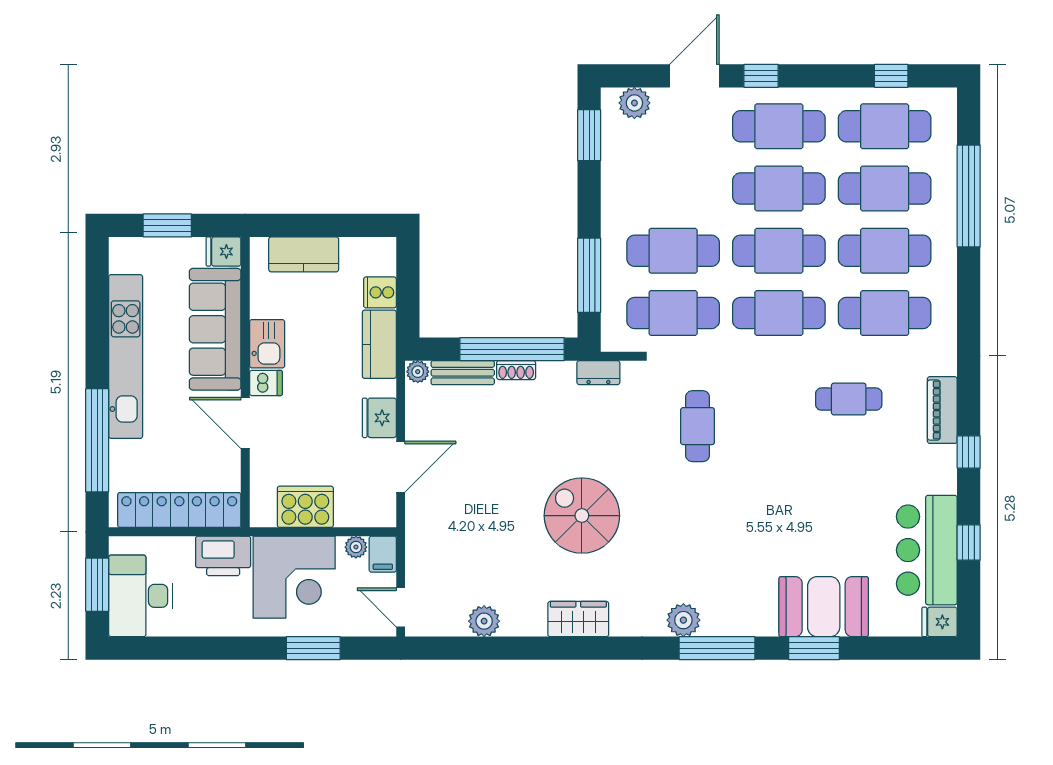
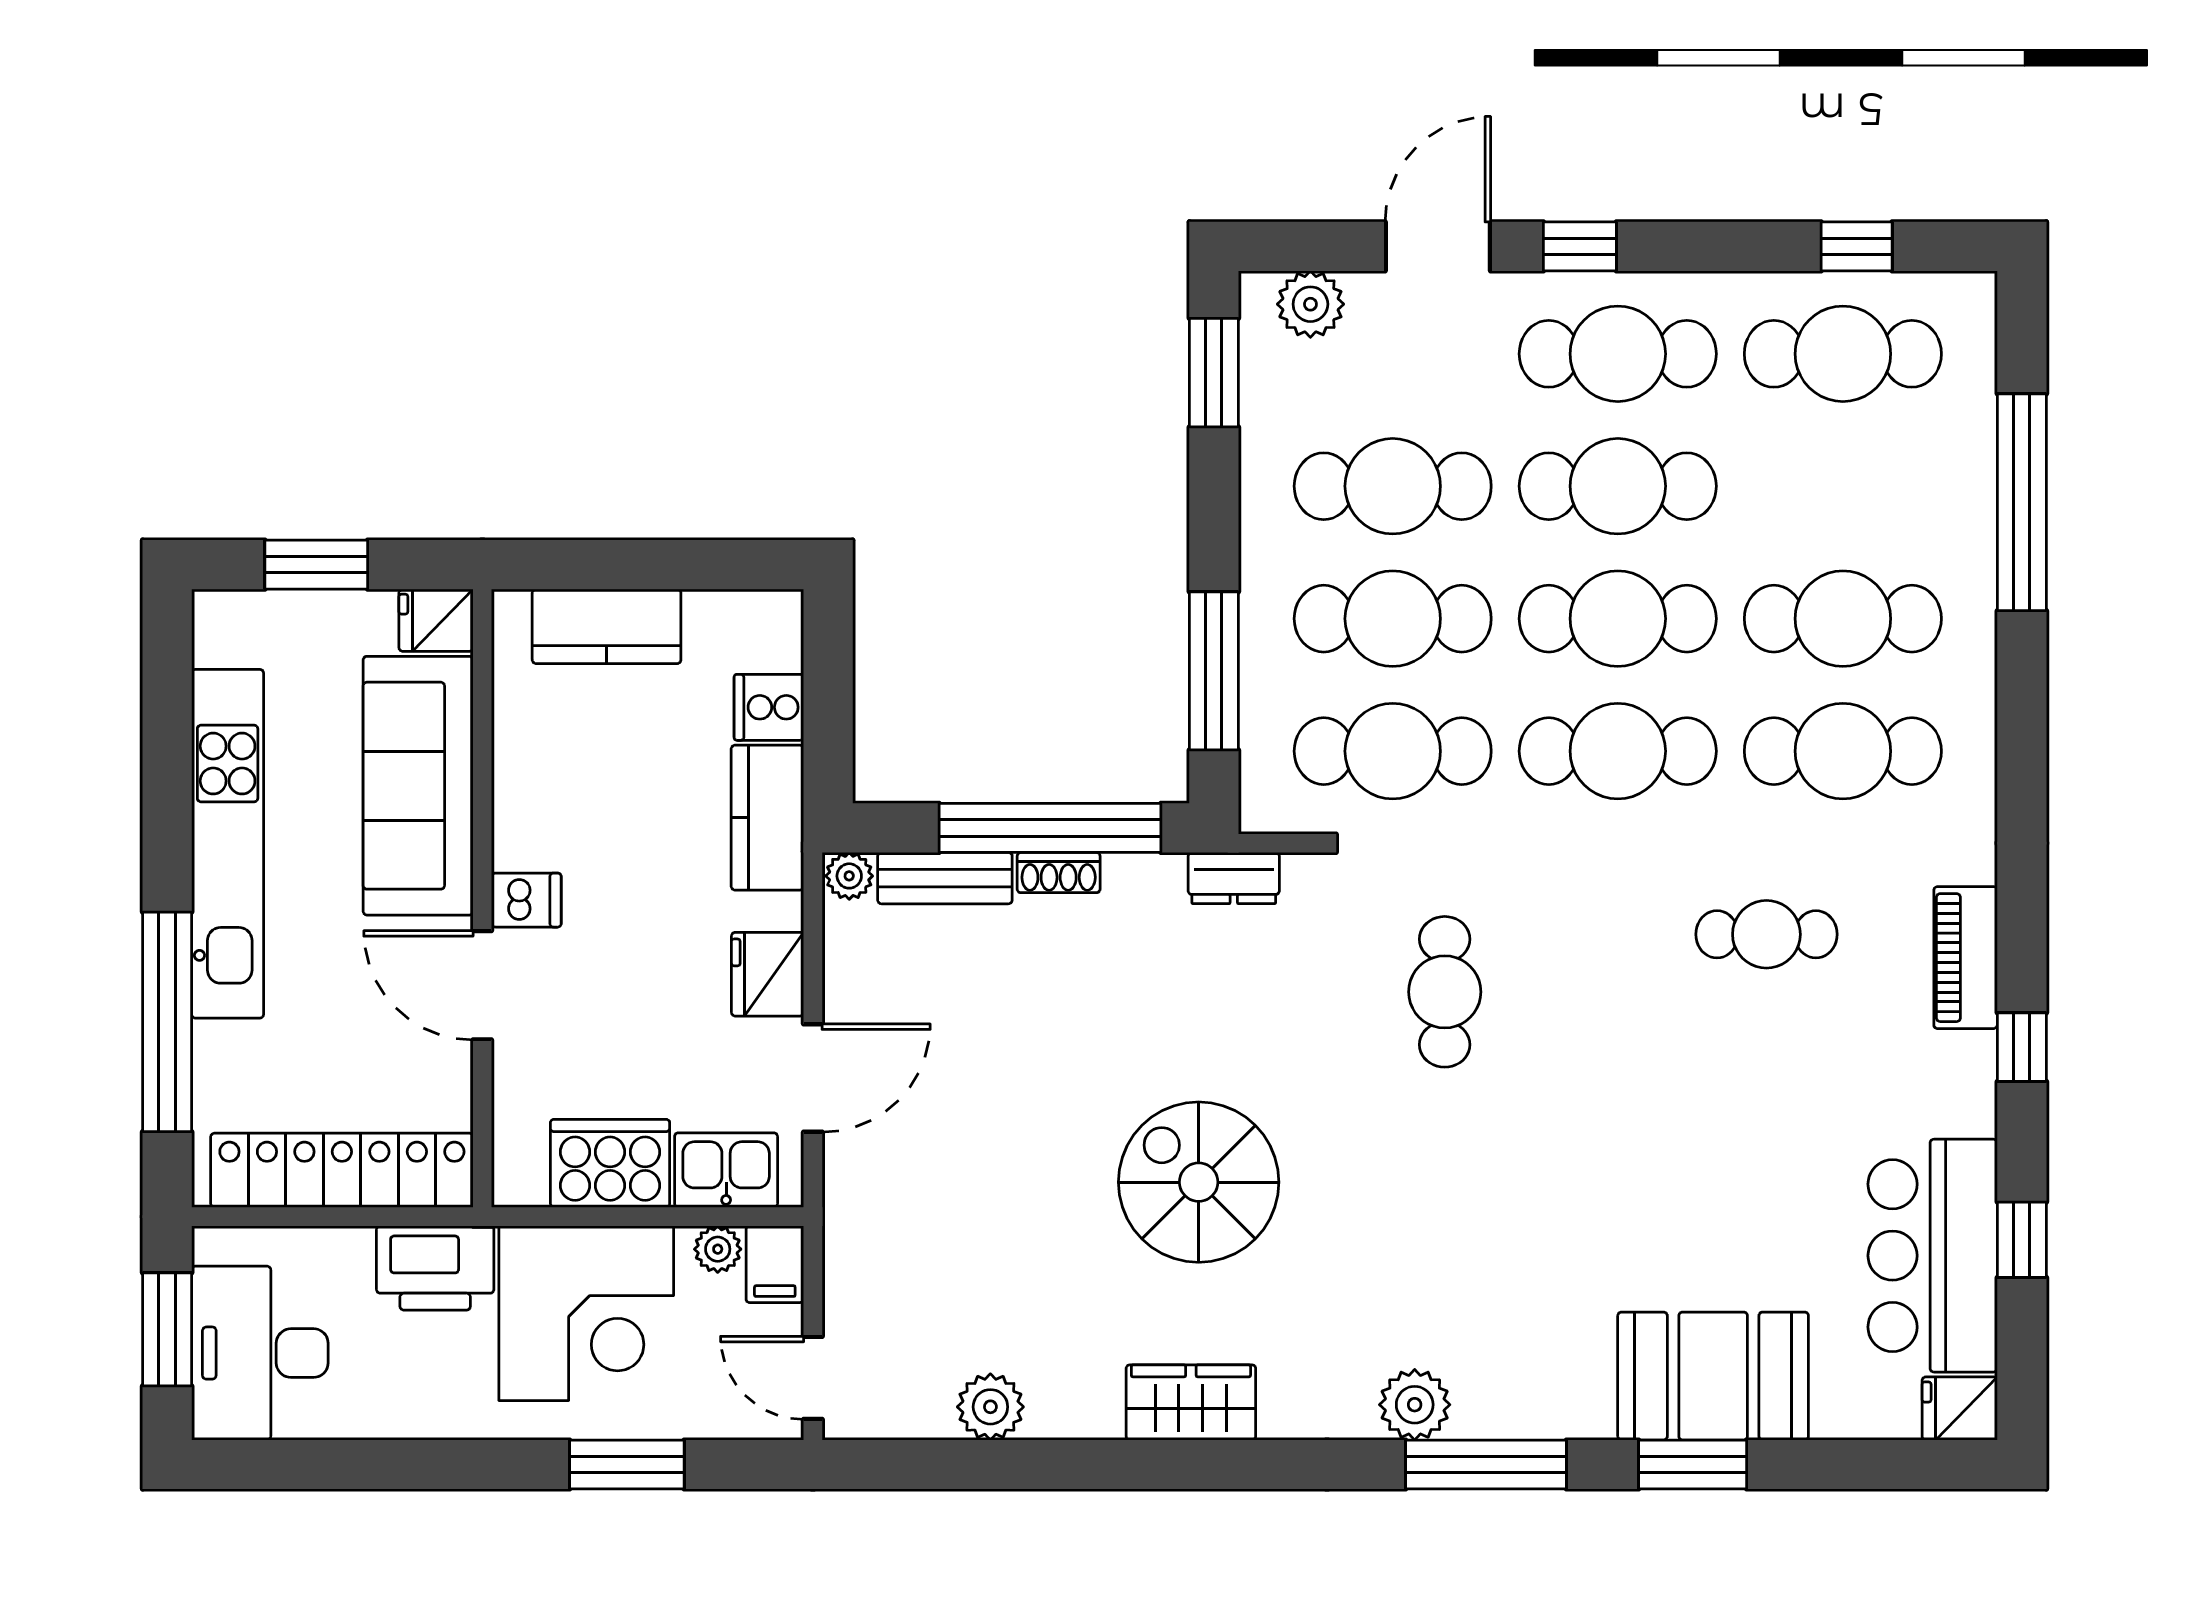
cafe table: (885, 189) -> (1393, 486), moved
kitchen sink: (267, 344) -> (726, 1170), moved, turned -90

